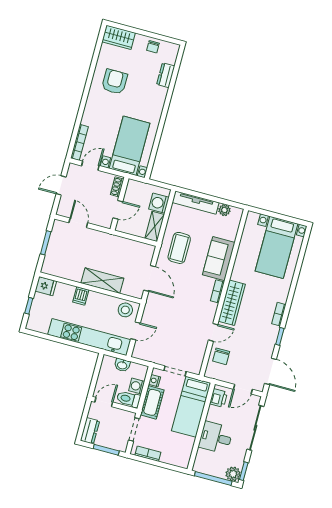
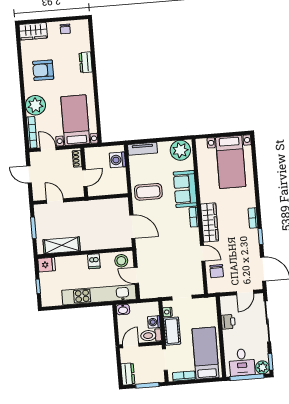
dresser: (166, 75) -> (86, 62), moved
armchair: (114, 82) -> (43, 70), turned -90
plant: (93, 115) -> (35, 105), added
door: (90, 166) -> (48, 149), hinge flipped
door: (61, 185) -> (29, 174), hinge flipped
tv unit: (196, 202) -> (143, 149), width x0.71
plant: (224, 210) -> (180, 150), width x1.88, depth x1.88
shelving: (155, 226) -> (121, 181), removed
coffee table: (179, 248) -> (148, 192), turned 90
shelving: (102, 281) -> (62, 245), moved
dishwasher: (81, 296) -> (94, 261), moved
door: (135, 331) -> (136, 275), swing flipped
door: (213, 332) -> (203, 253), hinge flipped
washbasin: (122, 365) -> (123, 309), moved
printer: (219, 398) -> (228, 322), moved
bed: (191, 407) -> (206, 353), moved, turned 180
desk: (216, 438) -> (242, 362), moved, turned -90

